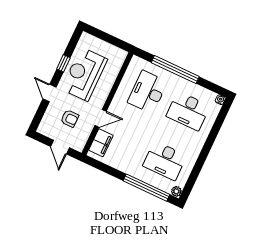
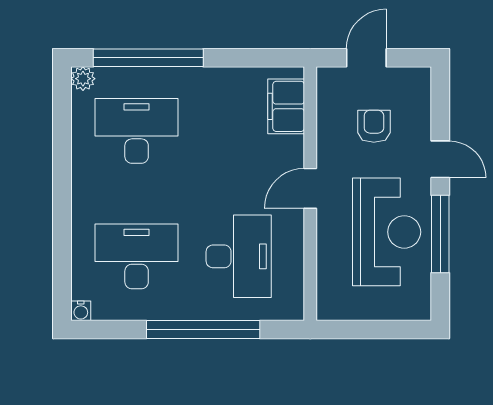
window: (63, 63) -> (440, 234), width x2.17
armchair: (70, 118) -> (374, 126), turned 90
door: (101, 118) -> (310, 188), moved
door: (60, 147) -> (366, 58), hinge flipped

